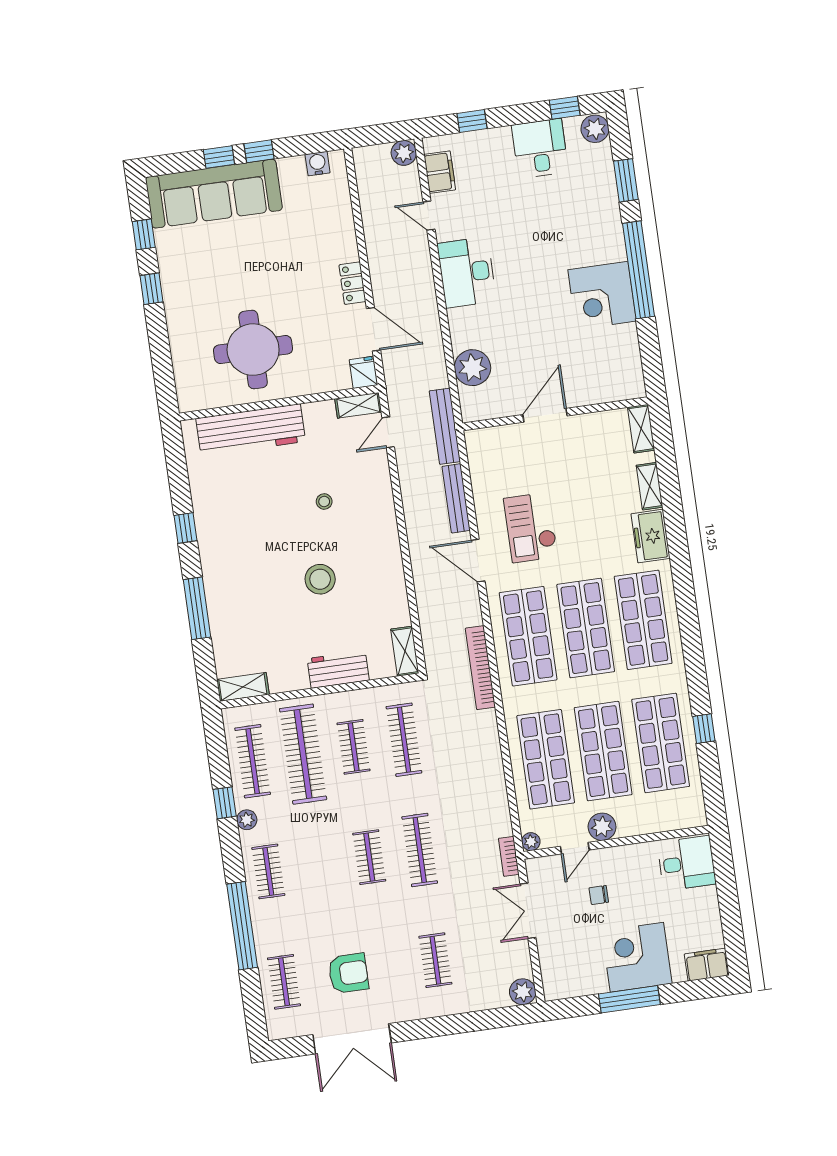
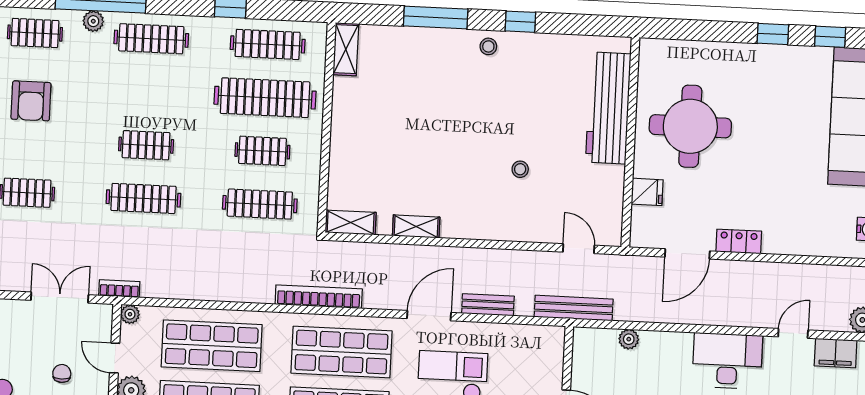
plant: (472, 368) -> (629, 339), width x0.53, depth x0.53
fridge: (364, 372) -> (647, 192), moved
shelving: (358, 405) -> (416, 226), moved, turned 90
bench: (456, 498) -> (488, 305), width x0.73
stool: (320, 579) -> (488, 46), moved, width x0.53, depth x0.53
workbench: (338, 669) -> (345, 150), removed
plant: (247, 820) -> (93, 21), moved
clothes rail: (268, 871) -> (151, 39), width x1.36

